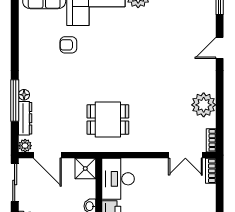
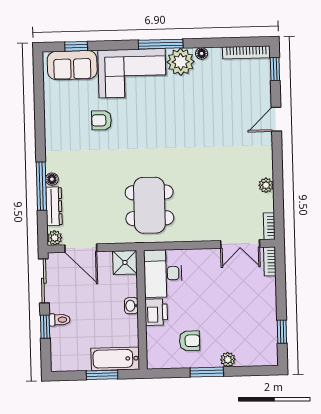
plant: (204, 105) -> (266, 185), width x0.53, depth x0.53
dining table: (108, 120) -> (149, 205), width x1.38

